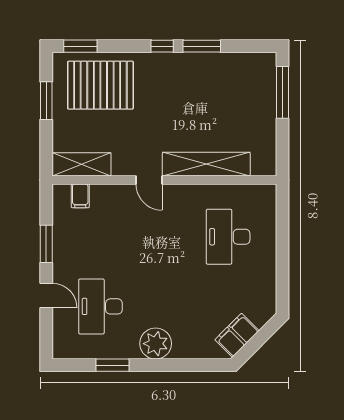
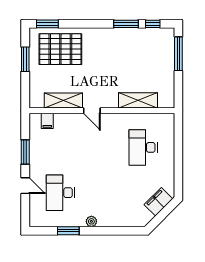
window: (162, 46) -> (153, 24), moved
shelving: (82, 164) -> (63, 100), moved
shelving: (206, 164) -> (138, 100), width x0.68
filing cabinet: (237, 335) -> (158, 202), moved
plant: (156, 344) -> (91, 221), width x0.53, depth x0.53

